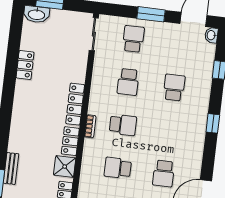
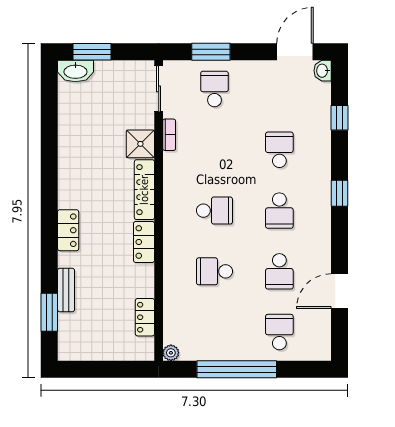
window: (151, 14) -> (211, 52), moved
locker: (25, 65) -> (68, 230), moved
school desk: (128, 82) -> (279, 211), moved
bookcase: (90, 126) -> (169, 135), moved
shower: (65, 167) -> (140, 144), moved

